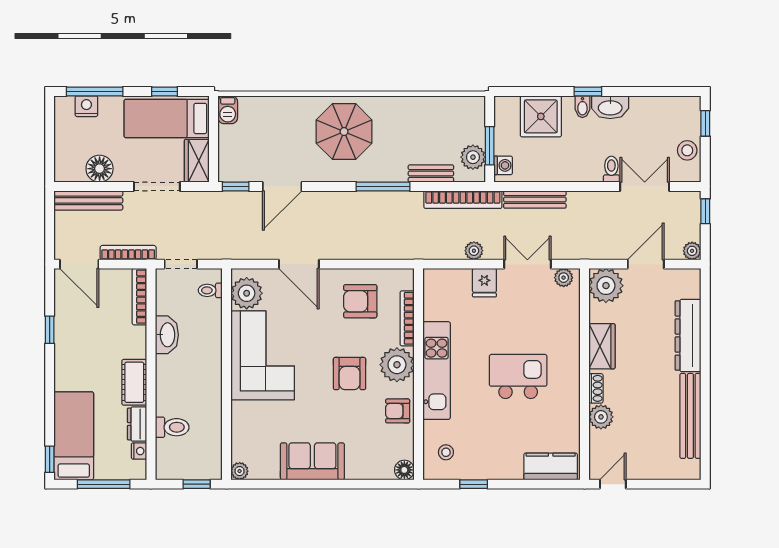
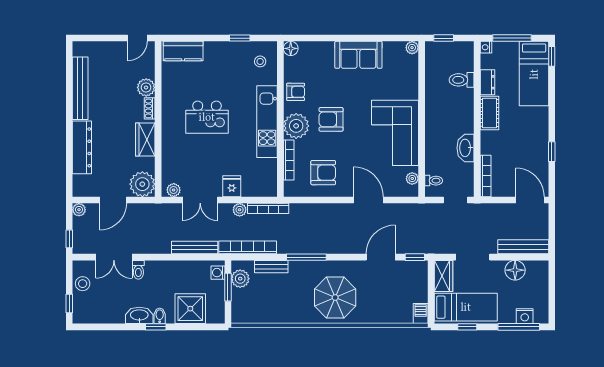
bookcase: (128, 253) -> (268, 208), moved
plant: (247, 293) -> (412, 178), width x0.53, depth x0.53
armchair: (350, 374) -> (331, 119), turned -90
nightstand: (139, 451) -> (486, 47), moved

